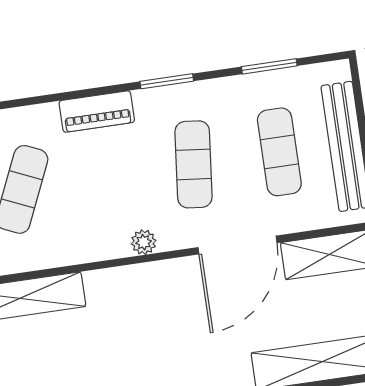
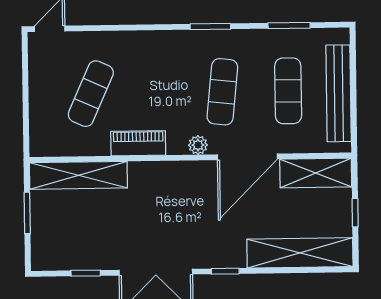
piano: (97, 112) -> (138, 143), moved, turned 180
plant: (144, 242) -> (198, 145), moved

